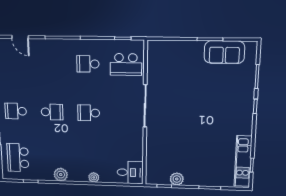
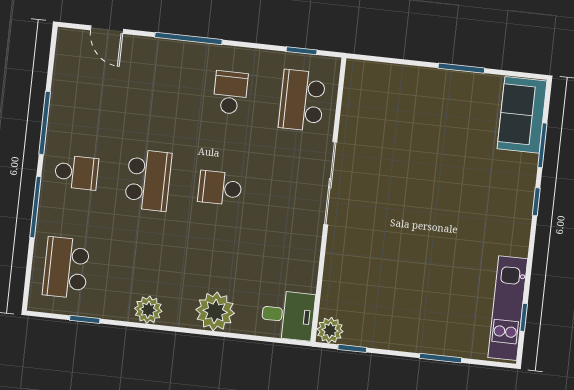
sofa: (224, 52) -> (522, 115), moved, turned 90
school desk: (88, 64) -> (230, 93), turned 90
school desk: (126, 64) -> (302, 100), turned 90
school desk: (16, 111) -> (76, 172), turned 180
school desk: (52, 112) -> (148, 180), width x1.85
plant: (94, 177) -> (215, 311), width x1.88, depth x1.88
plant: (177, 179) -> (330, 330), moved

